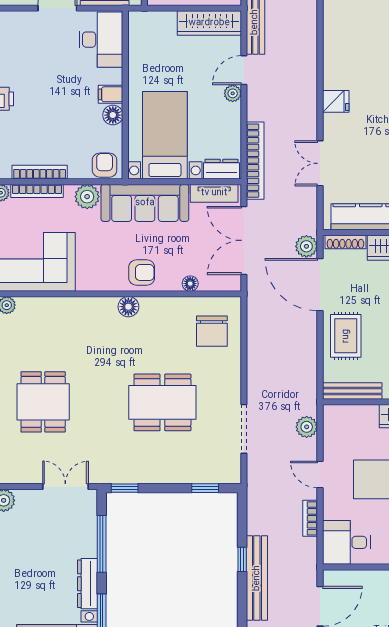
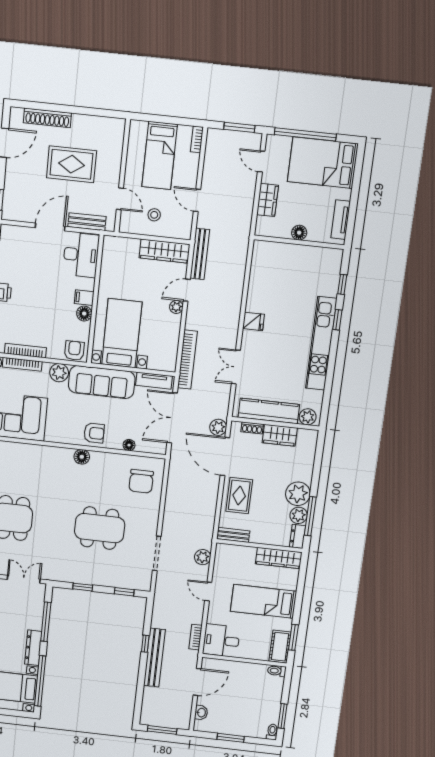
dresser: (221, 169) -> (162, 363), removed
shoe rack: (345, 242) -> (252, 428), width x0.70
bench: (352, 391) -> (233, 535), width x0.73
window: (125, 488) -> (83, 587), moved
bookcase: (310, 518) -> (195, 637), moved

